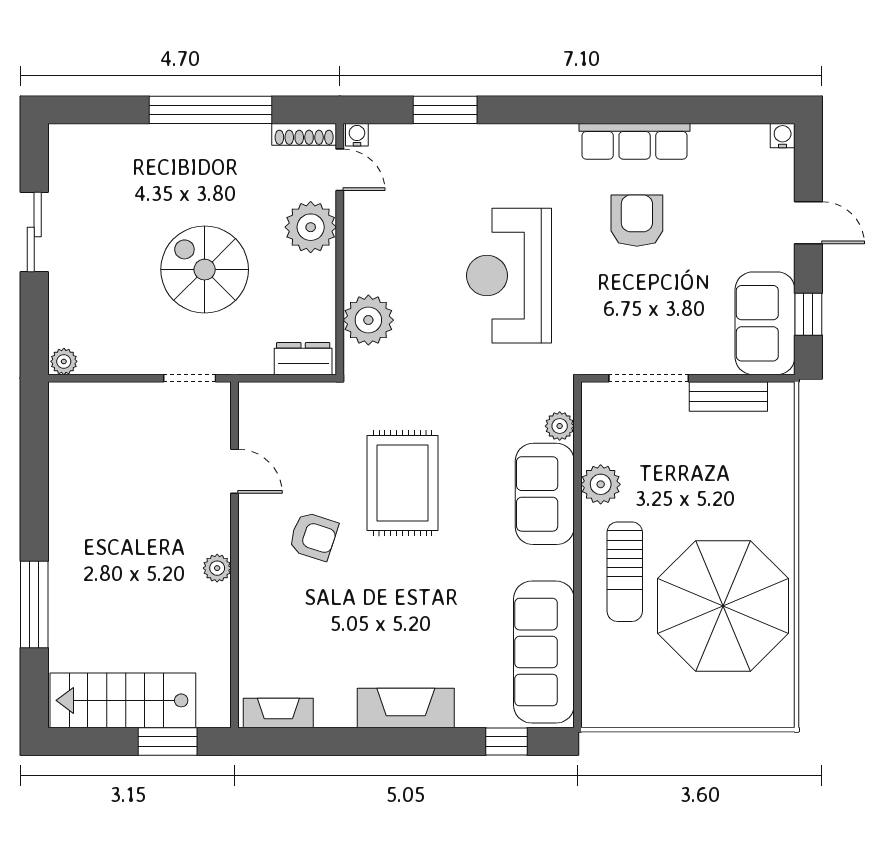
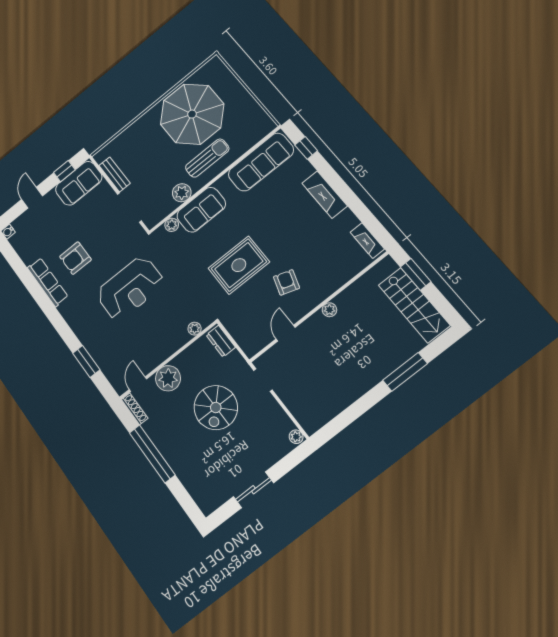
water cooler: (357, 135) -> (120, 388), removed
plant: (368, 320) -> (195, 329), width x0.53, depth x0.53

